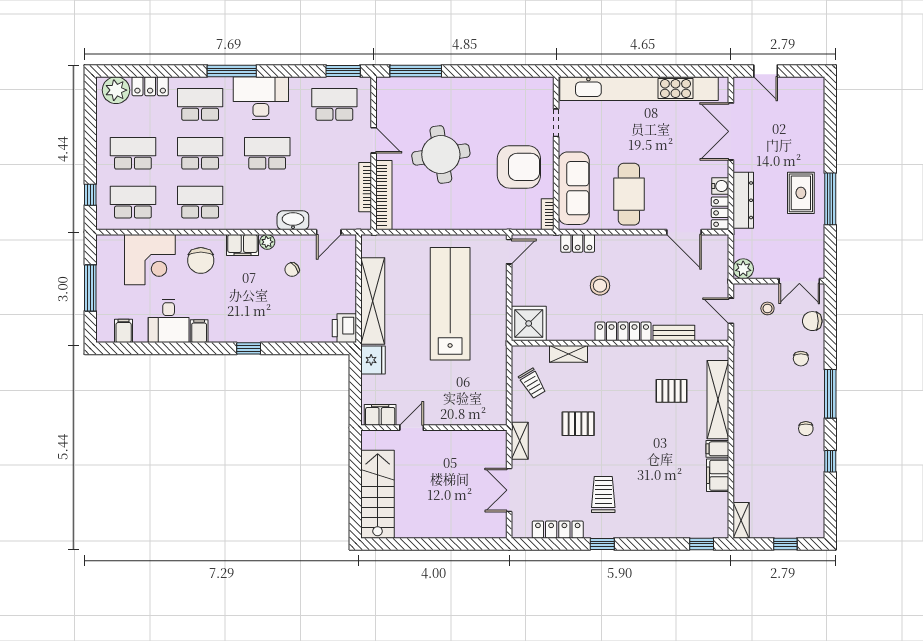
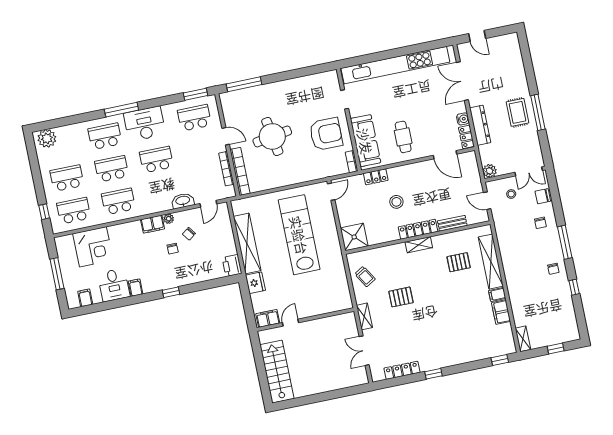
locker: (150, 86) -> (69, 131), removed
cafe table: (629, 194) -> (403, 137), width x0.73, depth x0.74
chair: (201, 260) -> (173, 249), moved, width x0.54, depth x0.54
shelving: (569, 354) -> (419, 245), moved
trolley: (603, 494) -> (427, 341), removed

